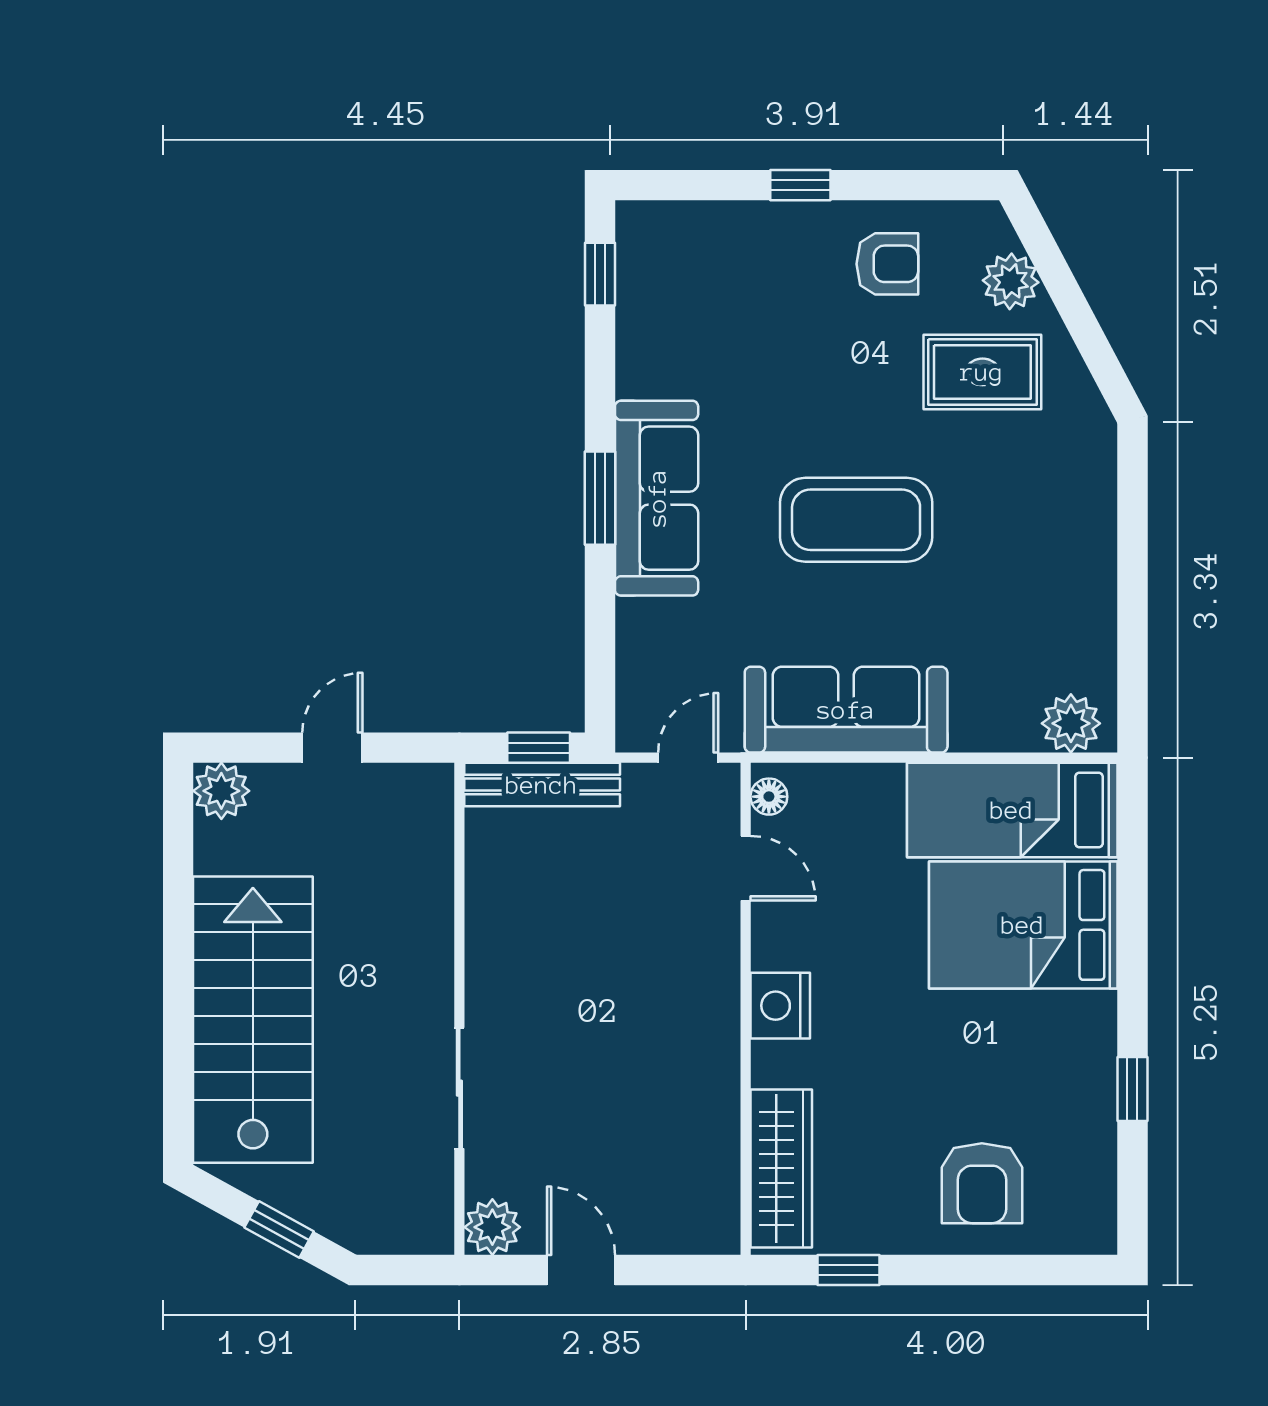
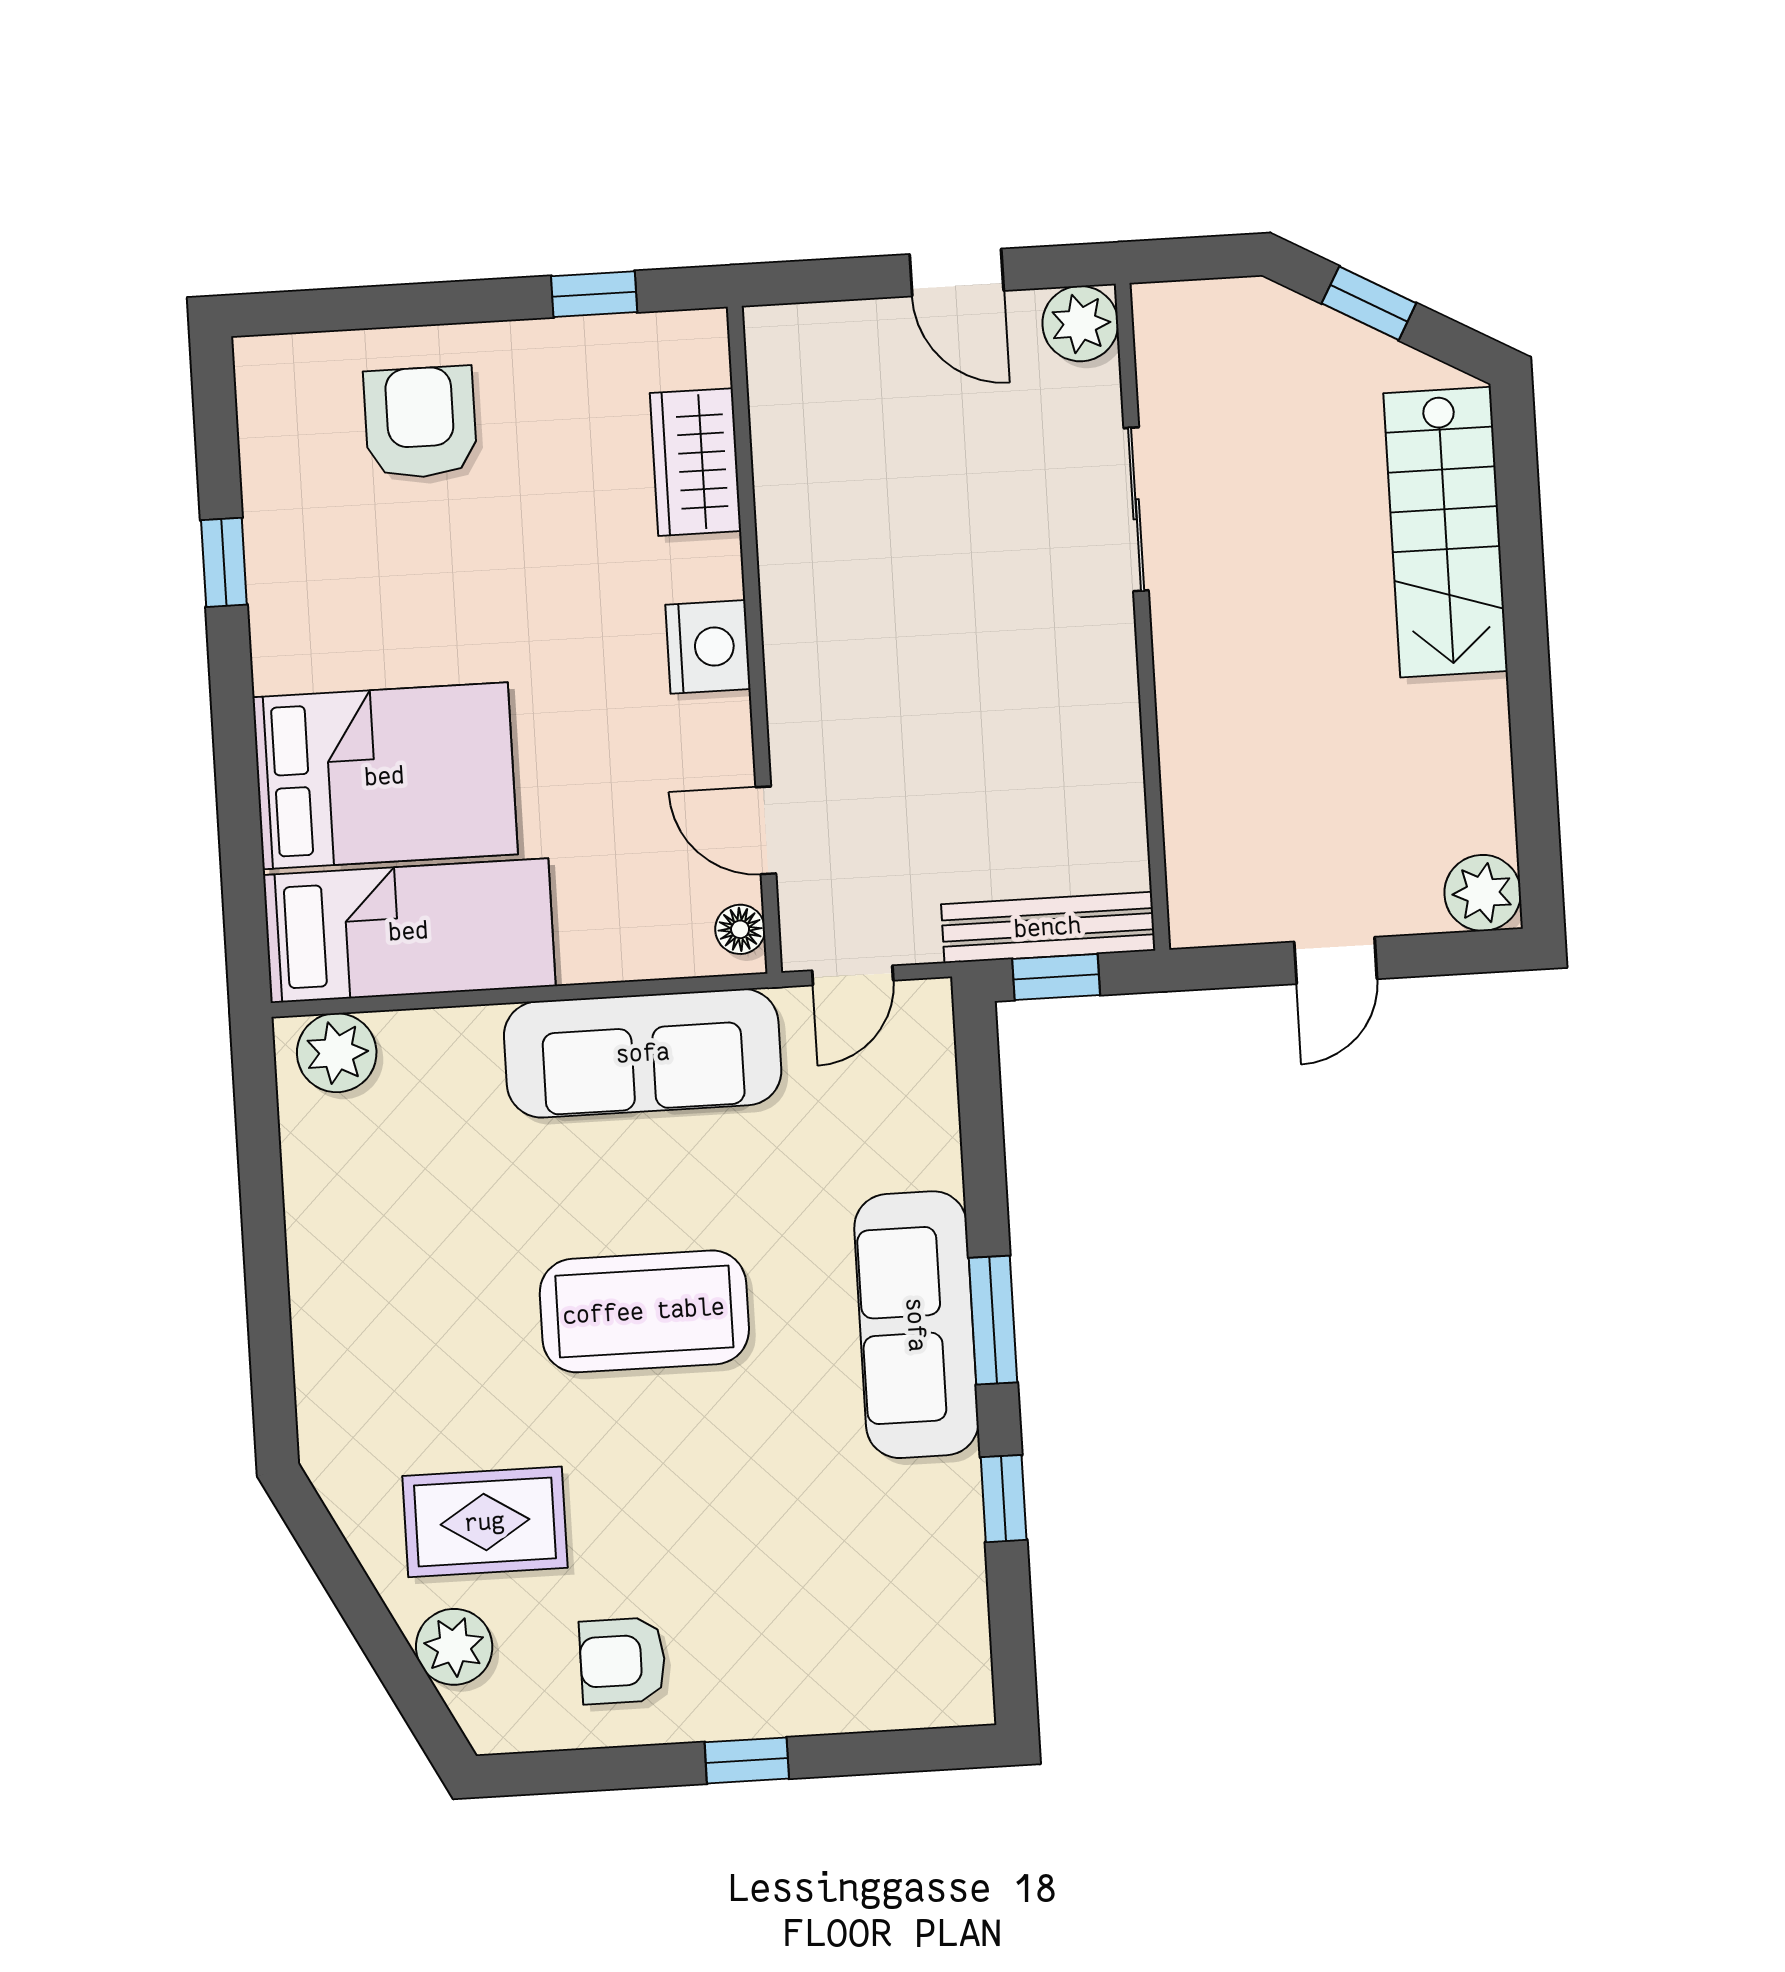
window: (600, 274) -> (1004, 1499), moved
stairs: (253, 1020) -> (1446, 532), width x0.73, depth x0.66
wardrobe: (781, 1168) -> (696, 462), width x0.67

